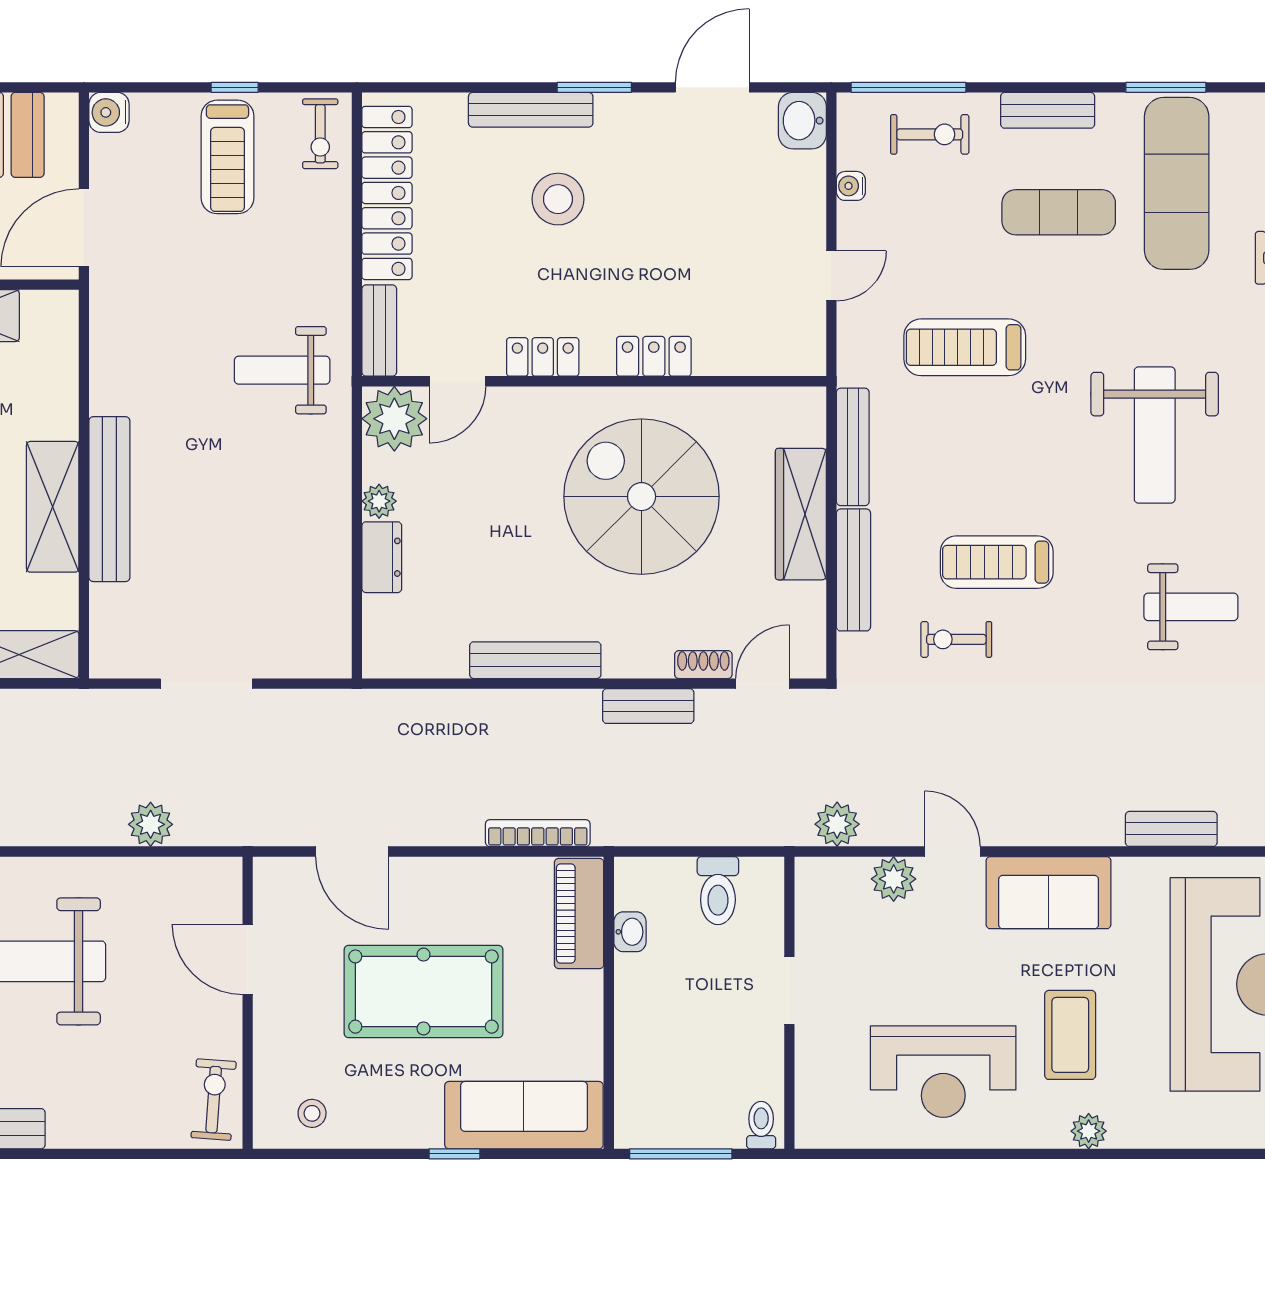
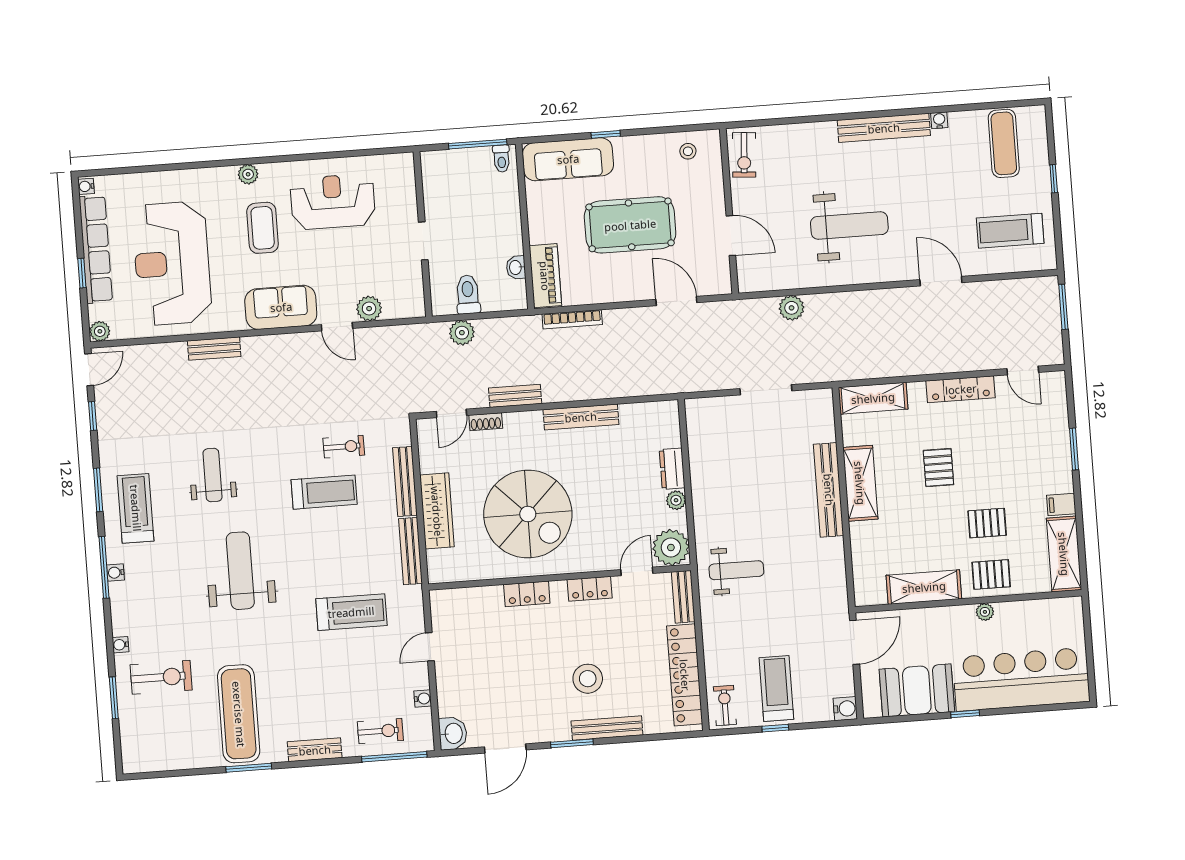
exercise bike: (930, 134) -> (380, 731), turned 180
exercise mat: (1059, 212) -> (304, 692), removed
weight bench: (1191, 607) -> (212, 475), turned 90
plant: (837, 824) -> (462, 333), moved
toilet: (761, 1125) -> (501, 159), moved

